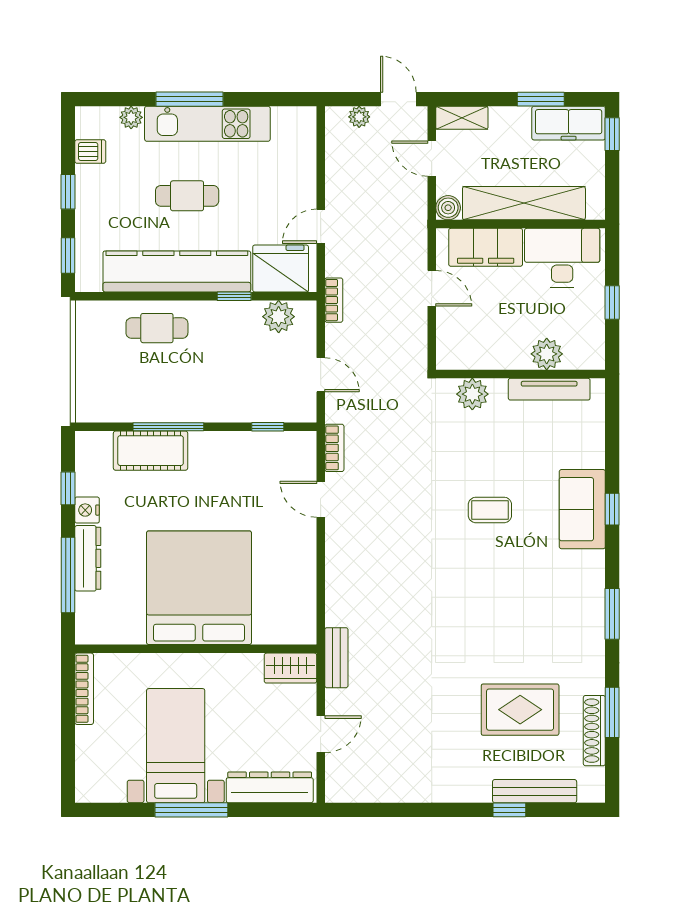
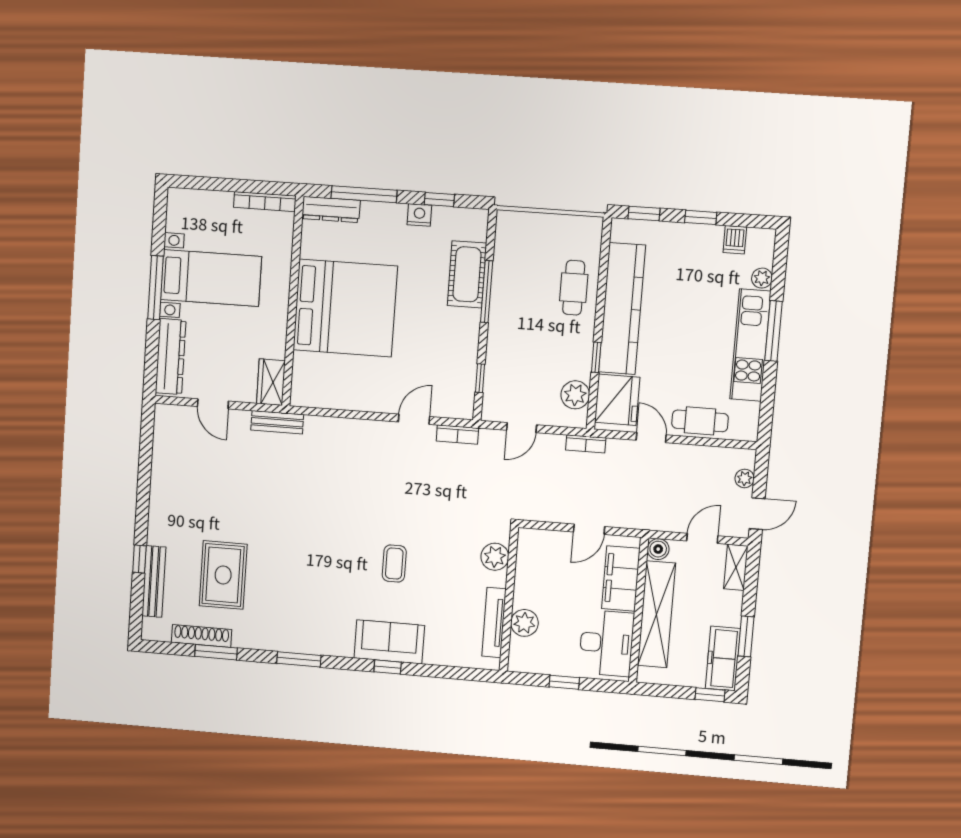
cafe table: (187, 196) -> (700, 421), moved, turned 90
dresser: (88, 558) -> (331, 209), moved

